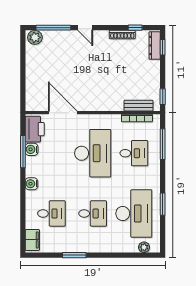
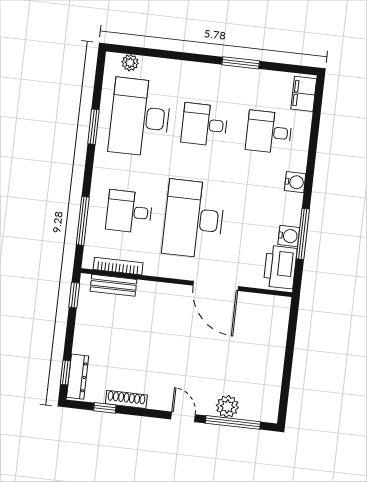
plant: (35, 37) -> (227, 406), moved
door: (63, 113) -> (216, 286), moved

